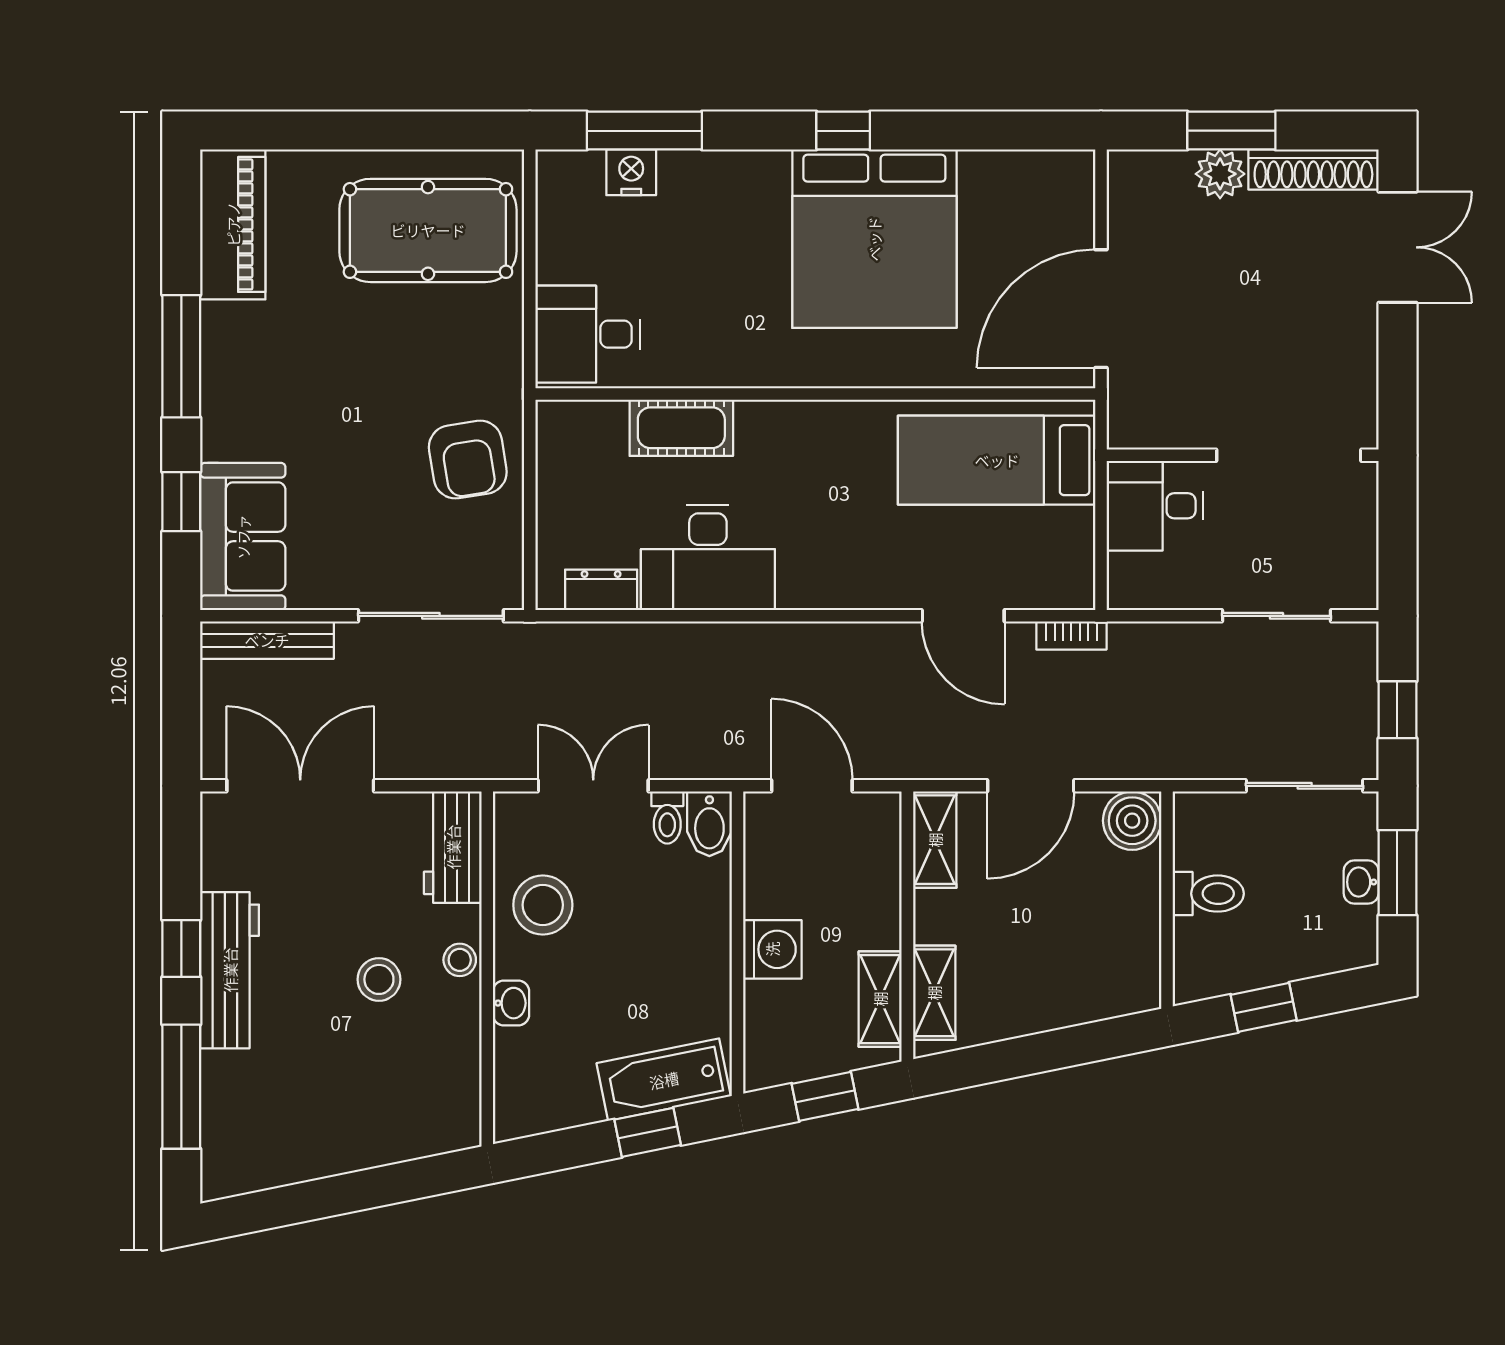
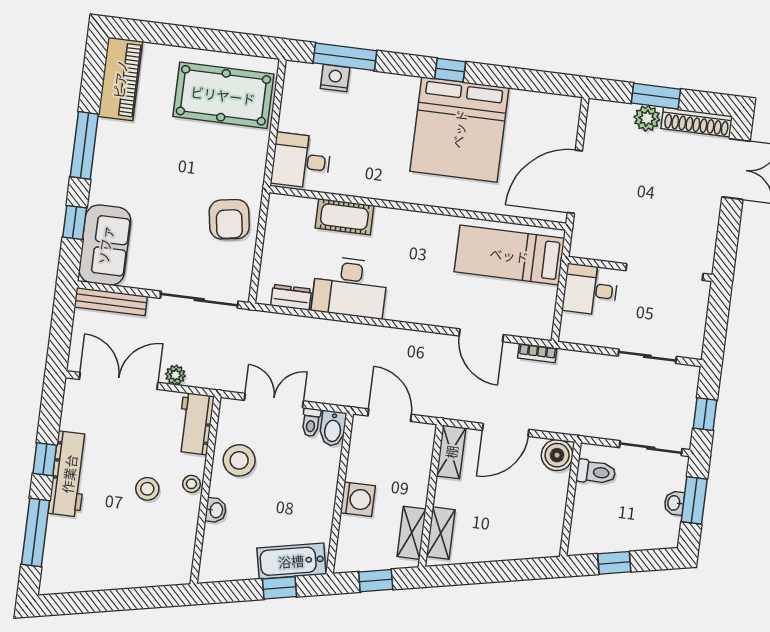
plant: (404, 761) -> (175, 375), added
toilet: (1208, 894) -> (596, 472), moved

